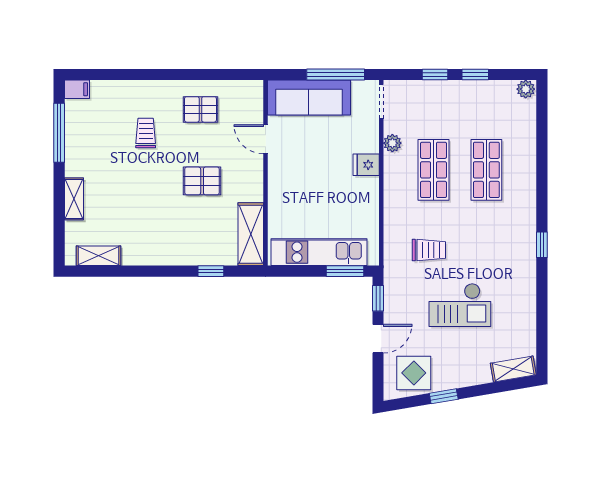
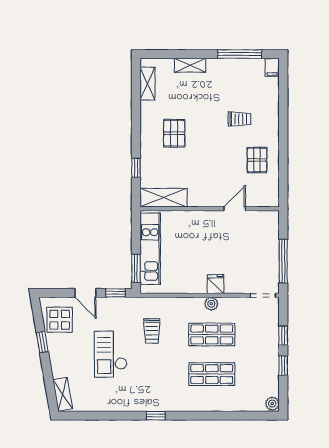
sofa: (309, 97) -> (266, 241), removed
plant: (392, 143) -> (211, 304), moved
pallet: (202, 181) -> (174, 133), moved

